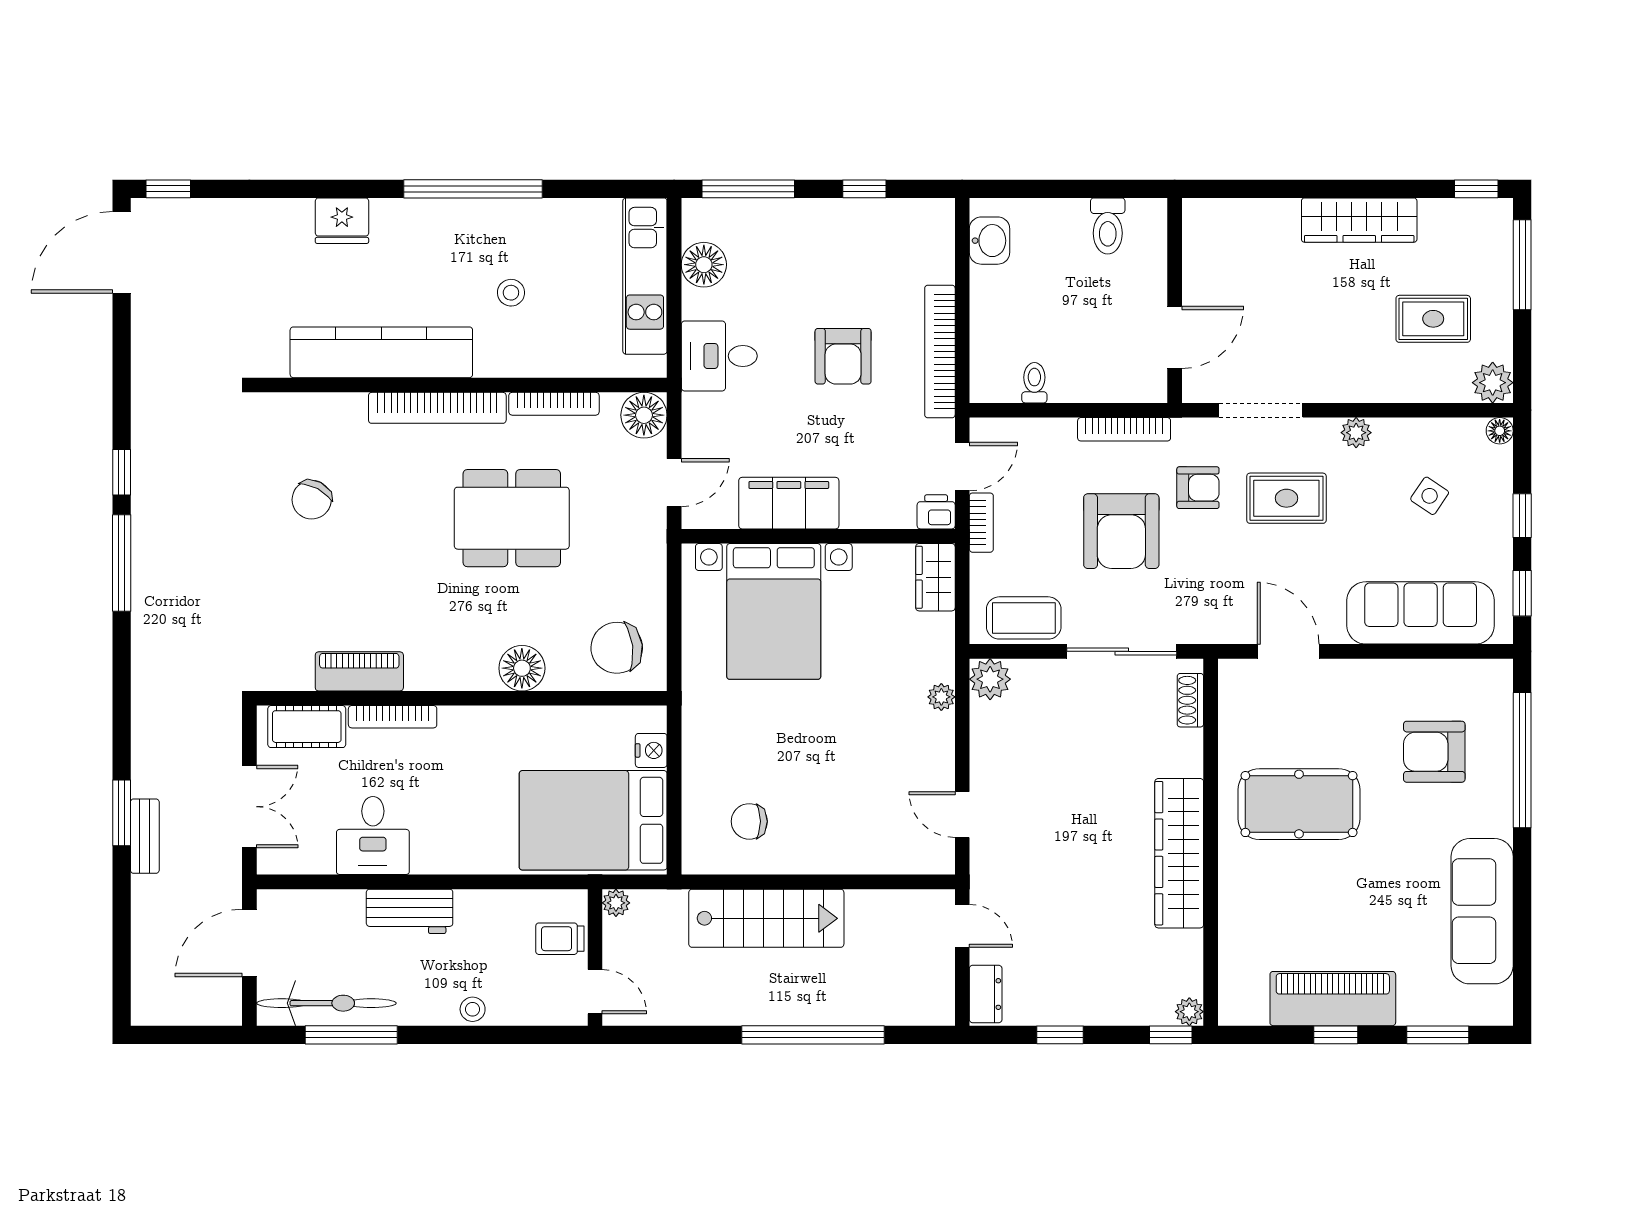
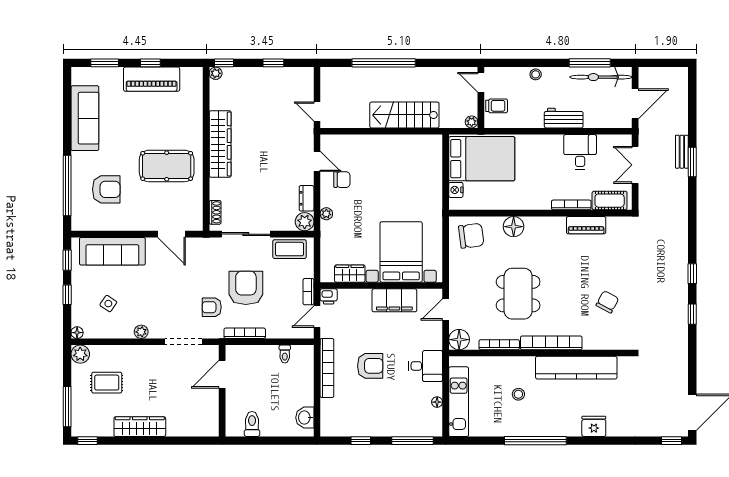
floor lamp: (704, 265) -> (437, 402), width x0.53, depth x0.53
armchair: (843, 356) -> (370, 366), turned 90
rug: (1286, 498) -> (172, 302), removed
dining table: (512, 518) -> (518, 294), turned 90
window: (122, 563) -> (692, 274), width x0.46
wardrobe: (935, 577) -> (350, 274), moved, turned -90
chair: (749, 821) -> (342, 180), moved
dresser: (986, 994) -> (307, 198), moved

